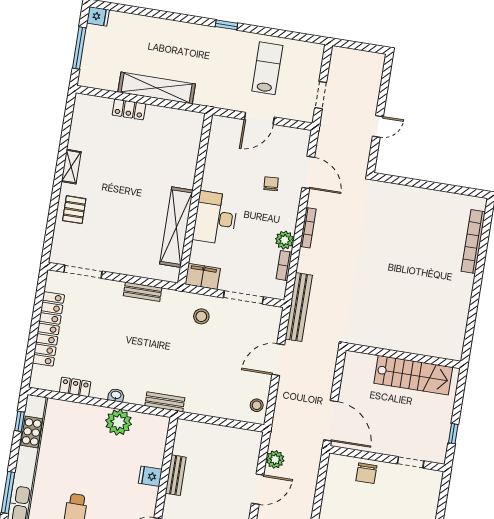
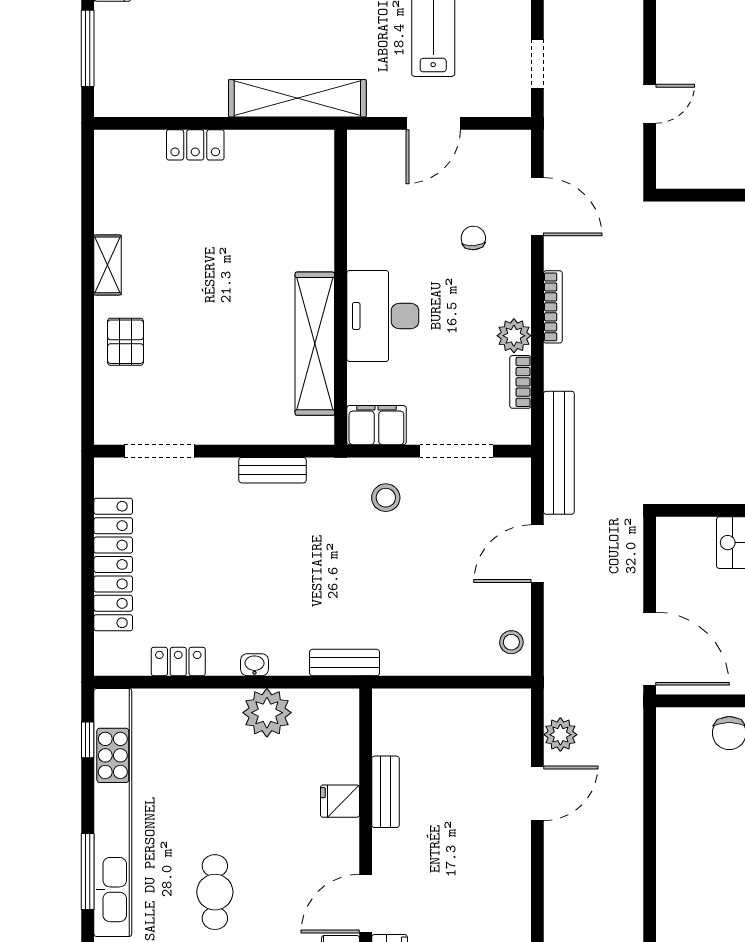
shelving: (157, 88) -> (297, 98), moved

